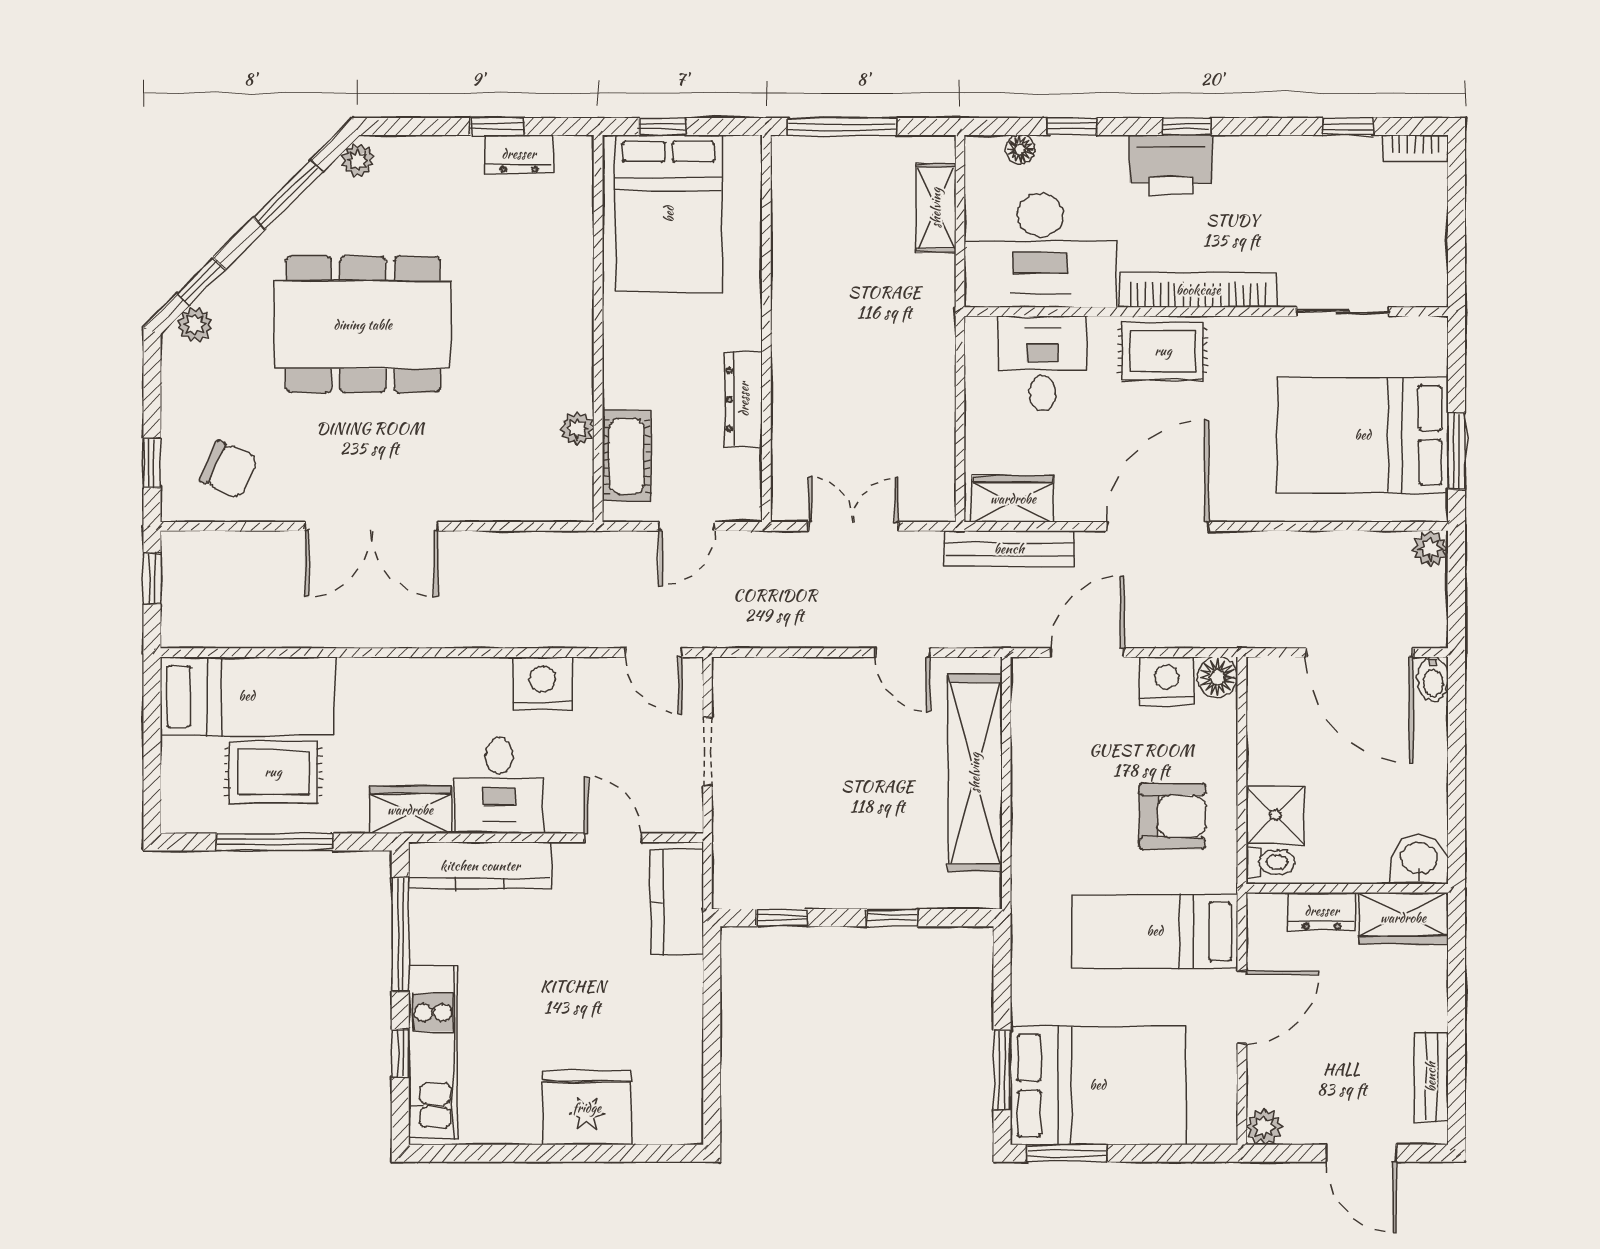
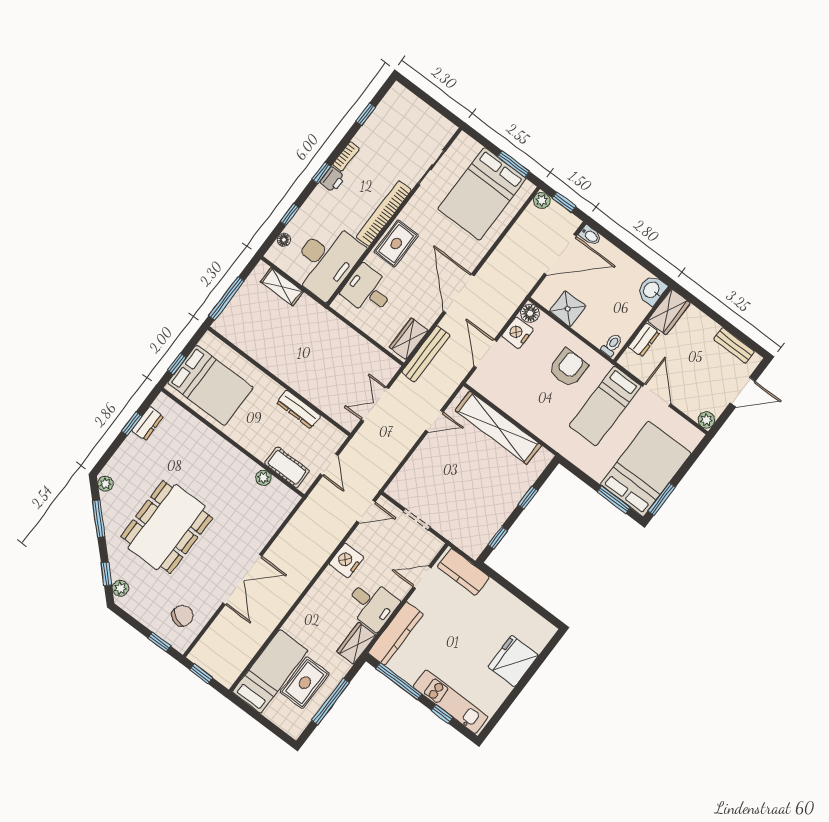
bookcase: (1415, 148) -> (346, 156), moved
printer: (1171, 165) -> (333, 180), width x0.53, depth x0.68
window: (1457, 589) -> (564, 202), added
shower: (1275, 815) -> (568, 309), moved

